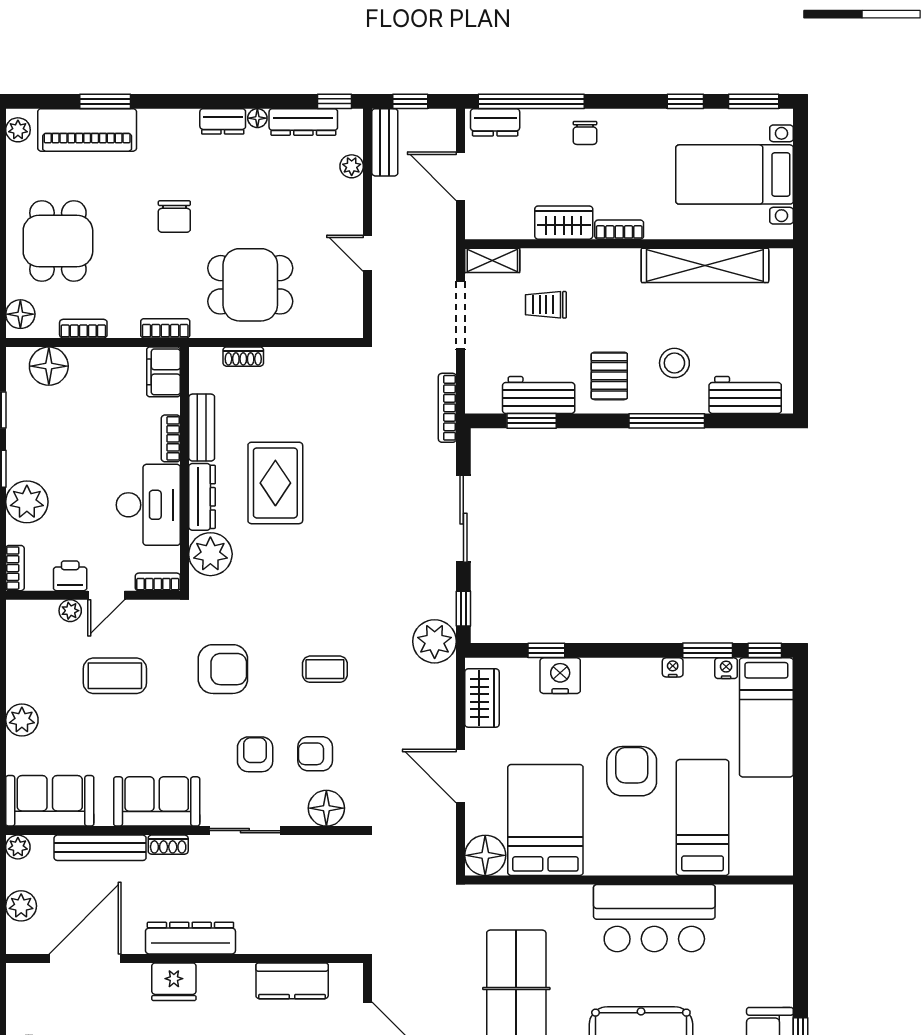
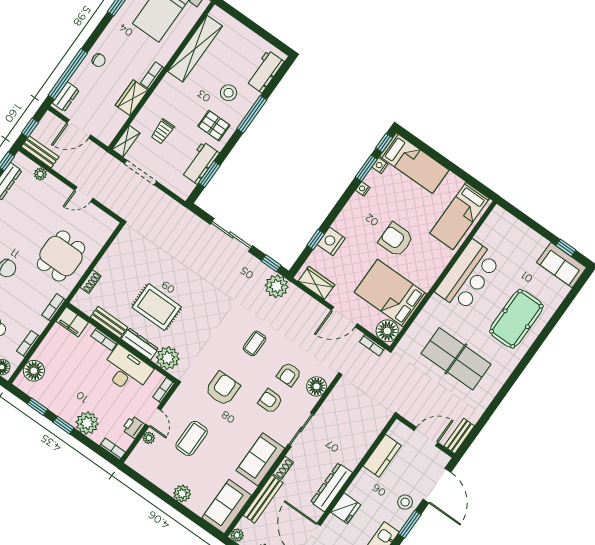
bookcase: (447, 408) -> (372, 345), moved, width x0.64
bed: (703, 818) -> (460, 216), moved, turned -90

